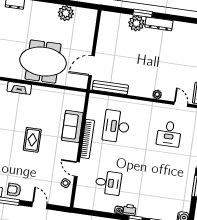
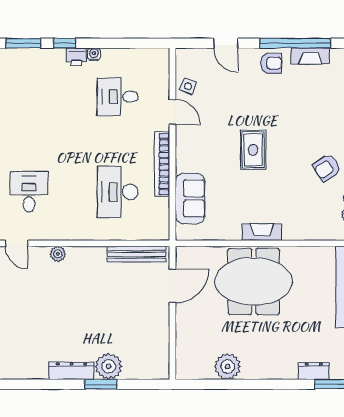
fireplace: (19, 88) -> (262, 232), moved
sofa: (72, 126) -> (190, 198), moved
desk: (116, 126) -> (118, 192), turned 180

